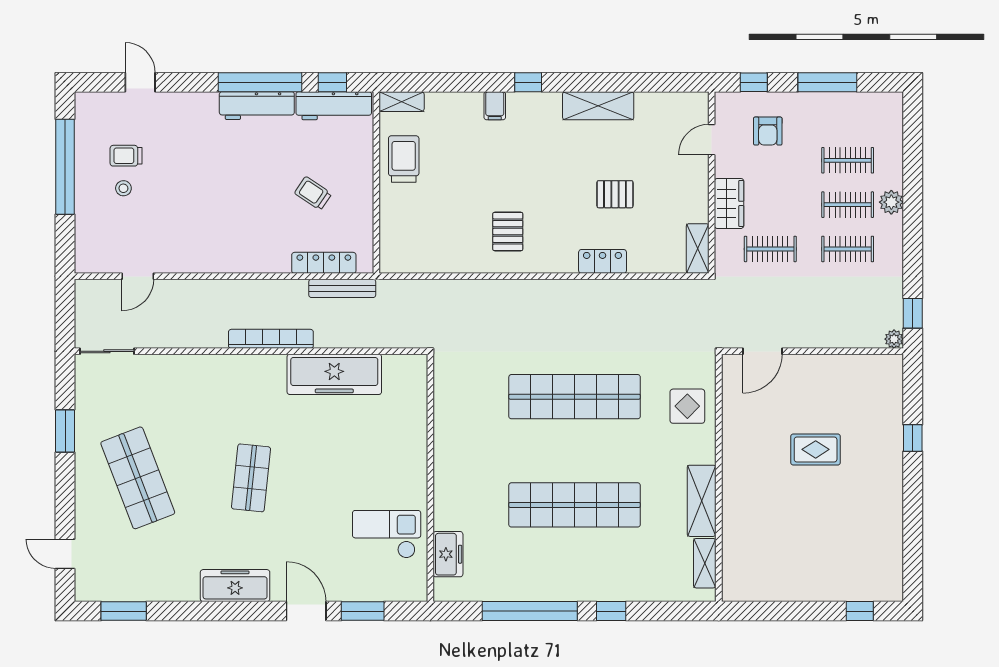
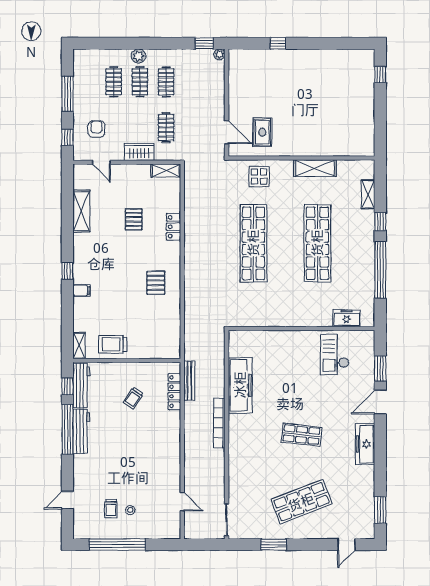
shelving: (598, 106) -> (81, 211), moved
armchair: (768, 131) -> (96, 129), turned -90
pallet: (508, 232) -> (156, 283), turned 90
rug: (816, 449) -> (262, 132), moved
shelving: (705, 563) -> (368, 194), moved, turned 90

